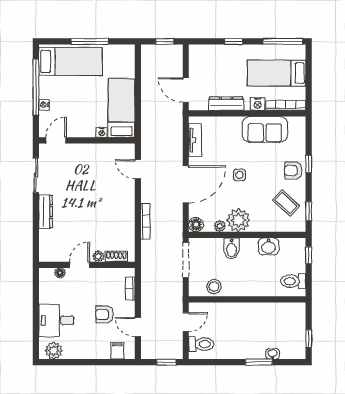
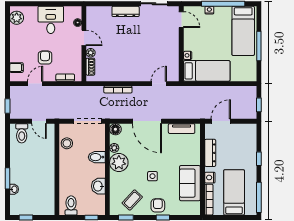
side table: (240, 175) -> (152, 176), moved
desk: (56, 320) -> (51, 20), moved

